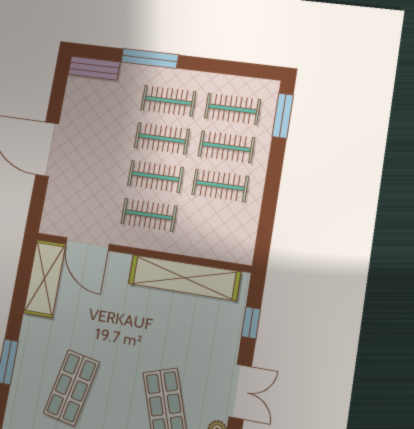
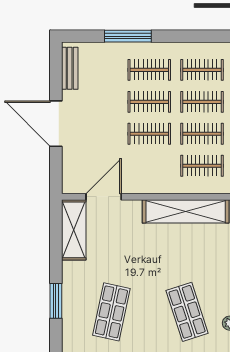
bench: (94, 68) -> (70, 68), moved, turned 90
clothes rail: (149, 215) -> (202, 166), moved
door: (87, 244) -> (104, 197), swing flipped

